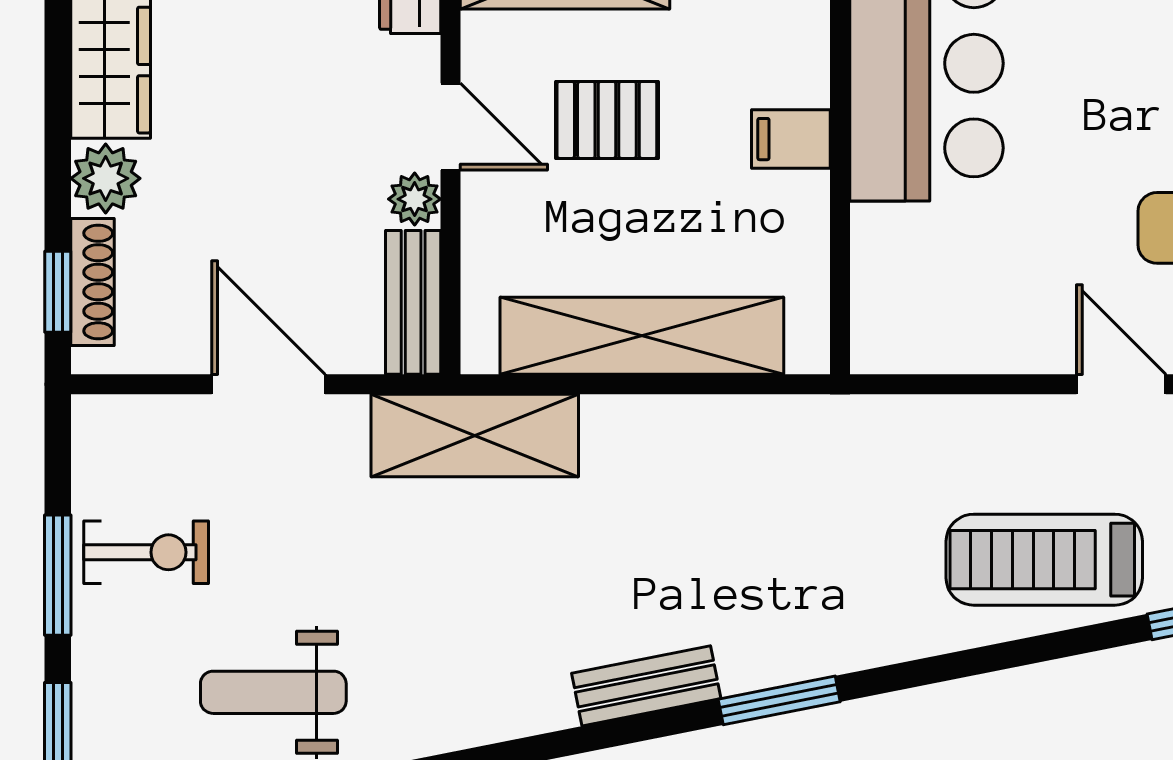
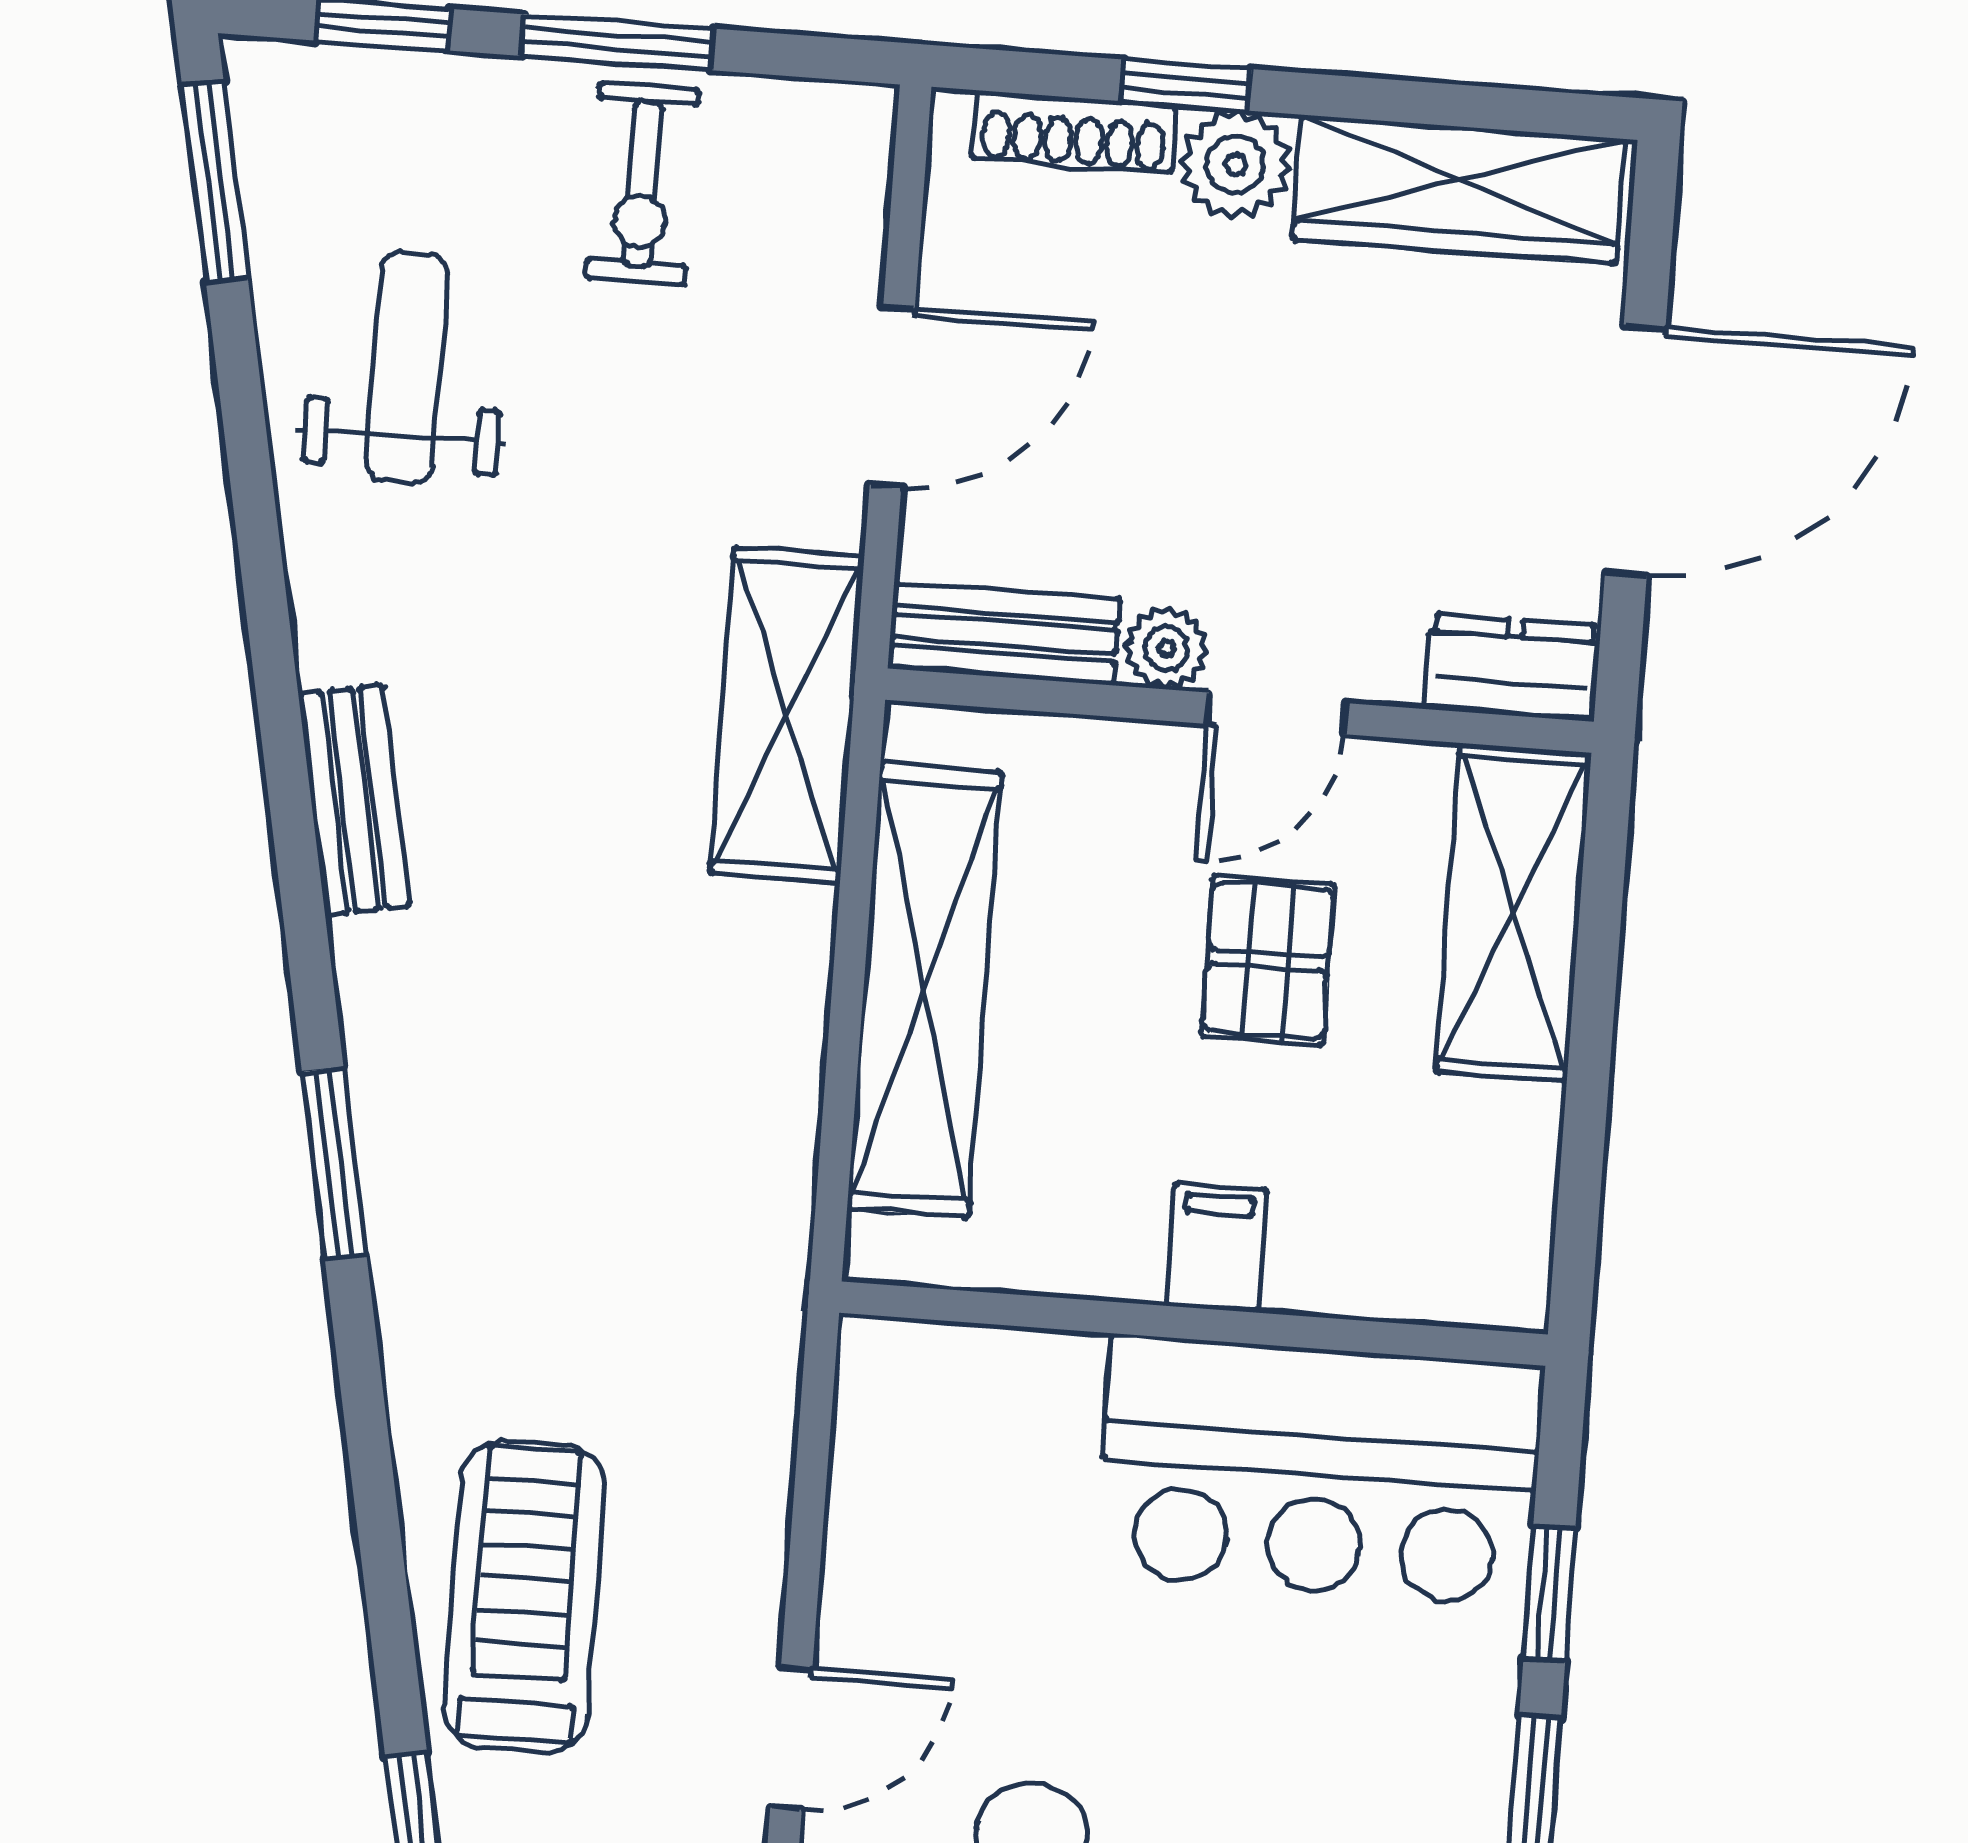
window: (58, 292) -> (1186, 85), moved
bench: (646, 686) -> (354, 800), moved

